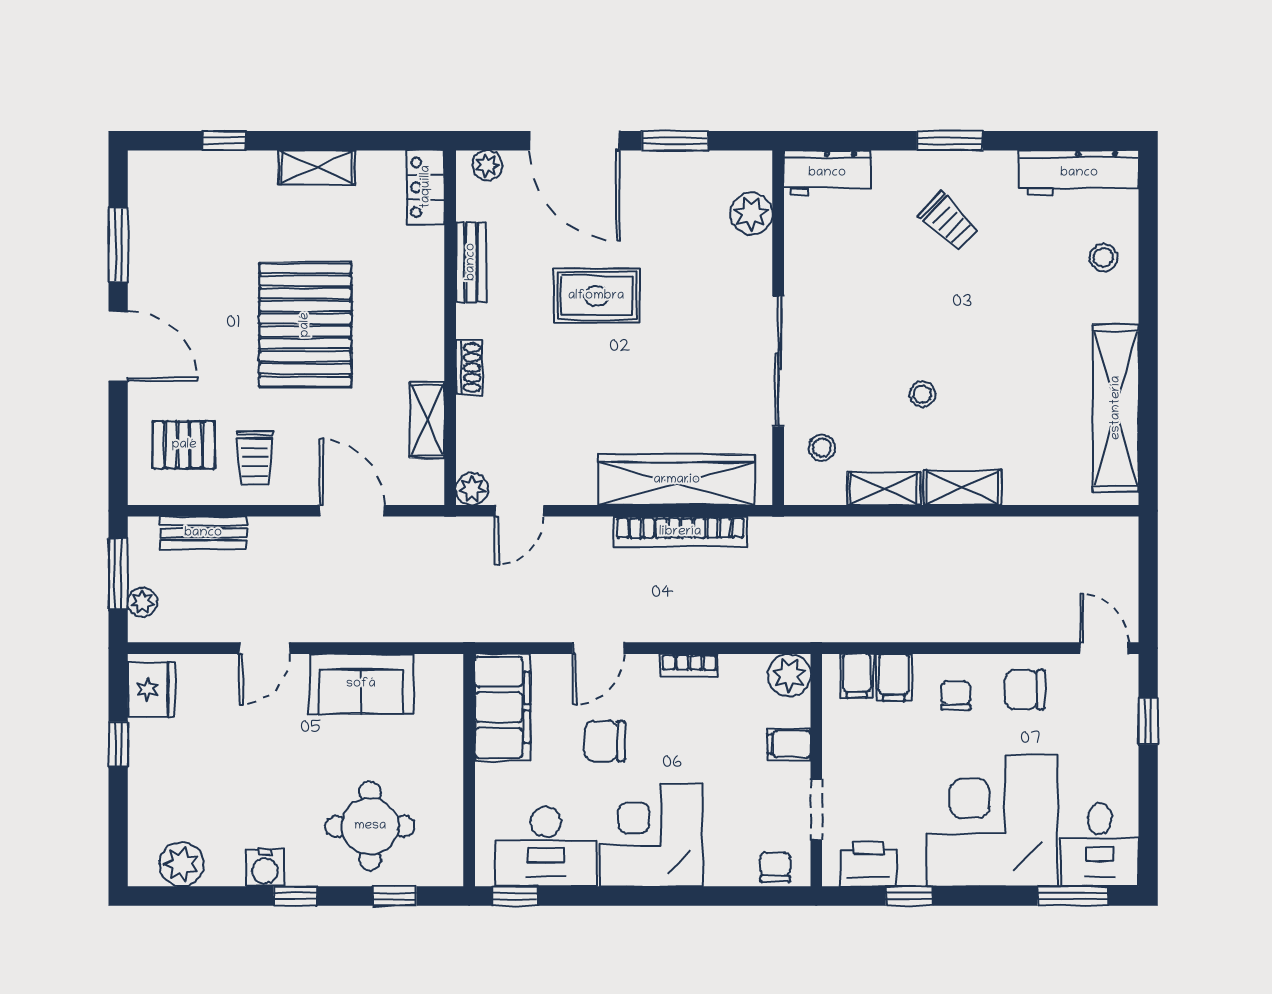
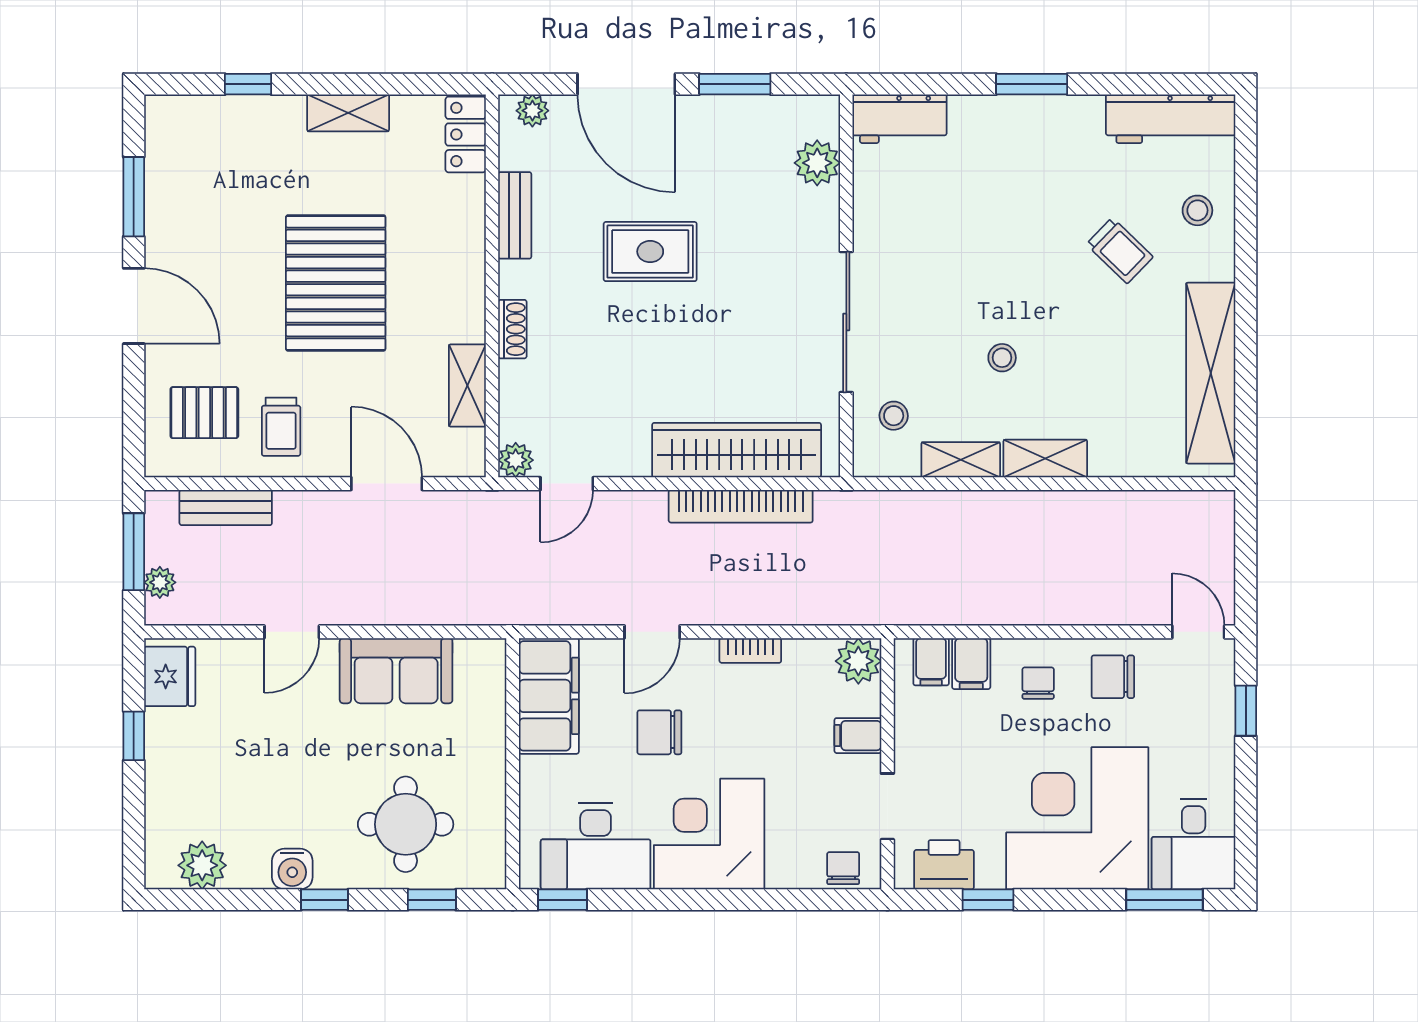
trolley: (949, 222) -> (1120, 251), moved

